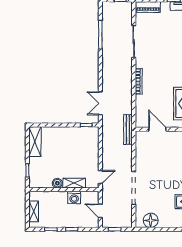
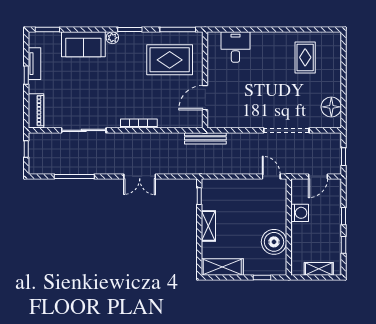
double door: (100, 103) -> (140, 177), moved
boiler: (57, 183) -> (274, 242), width x1.86, depth x1.86
shelving: (74, 183) -> (208, 226), moved

